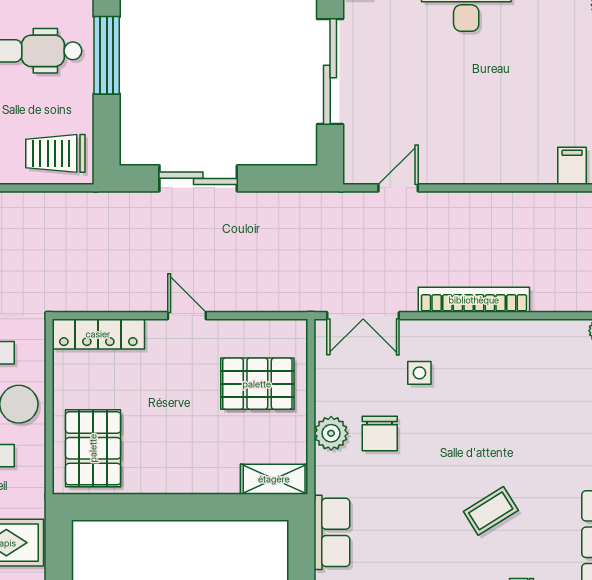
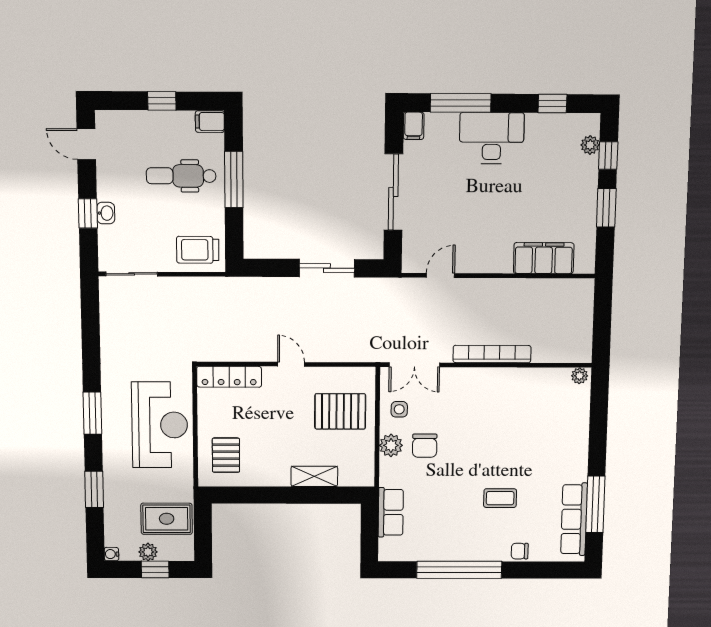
filing cabinet: (572, 166) -> (544, 258), width x3.00, depth x1.17
sliding door: (198, 178) -> (327, 268), moved
side table: (419, 373) -> (399, 409), moved
pallet: (93, 448) -> (226, 455), width x0.67, depth x0.71
shelving: (274, 479) -> (314, 476), moved
coffee table: (491, 511) -> (500, 498), turned 32

